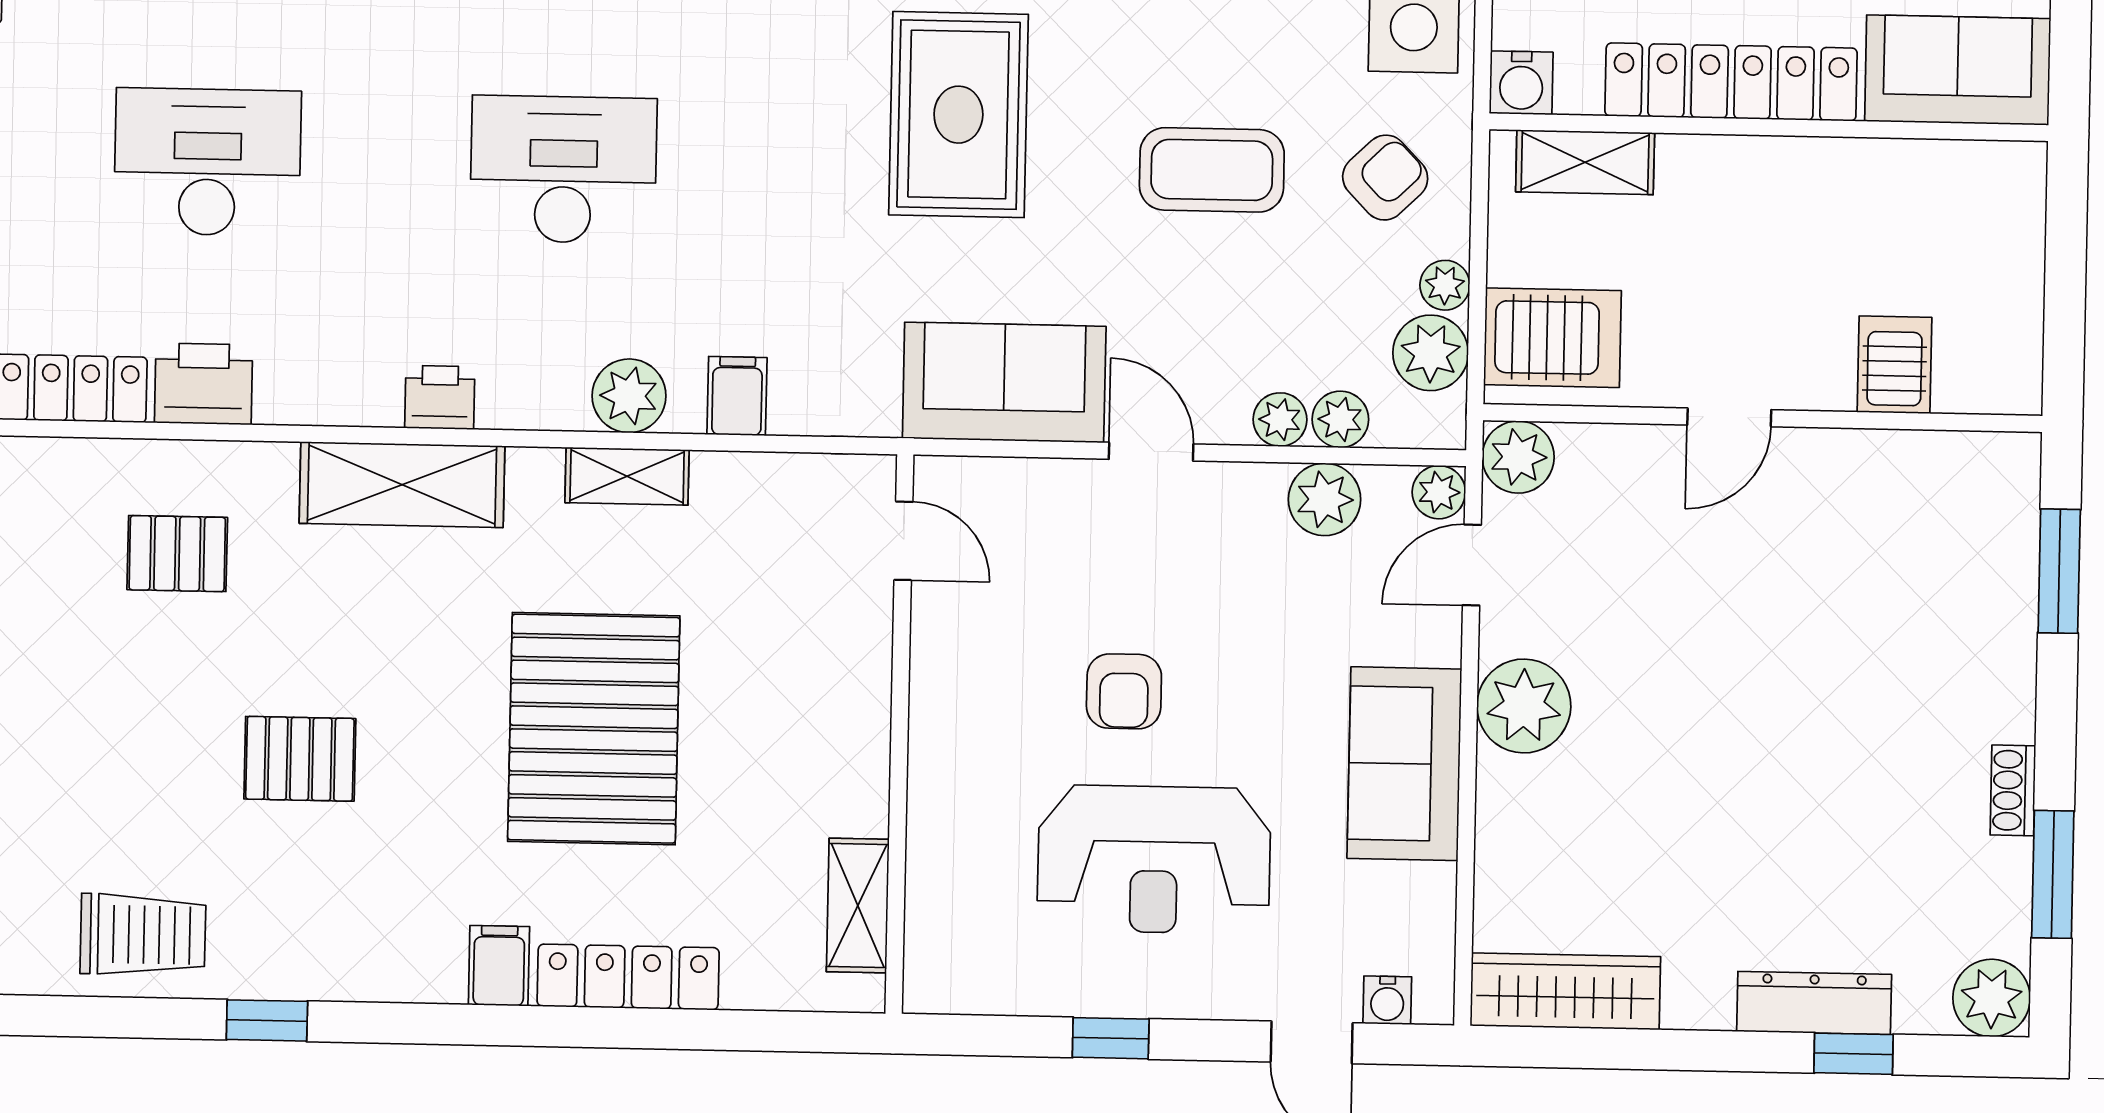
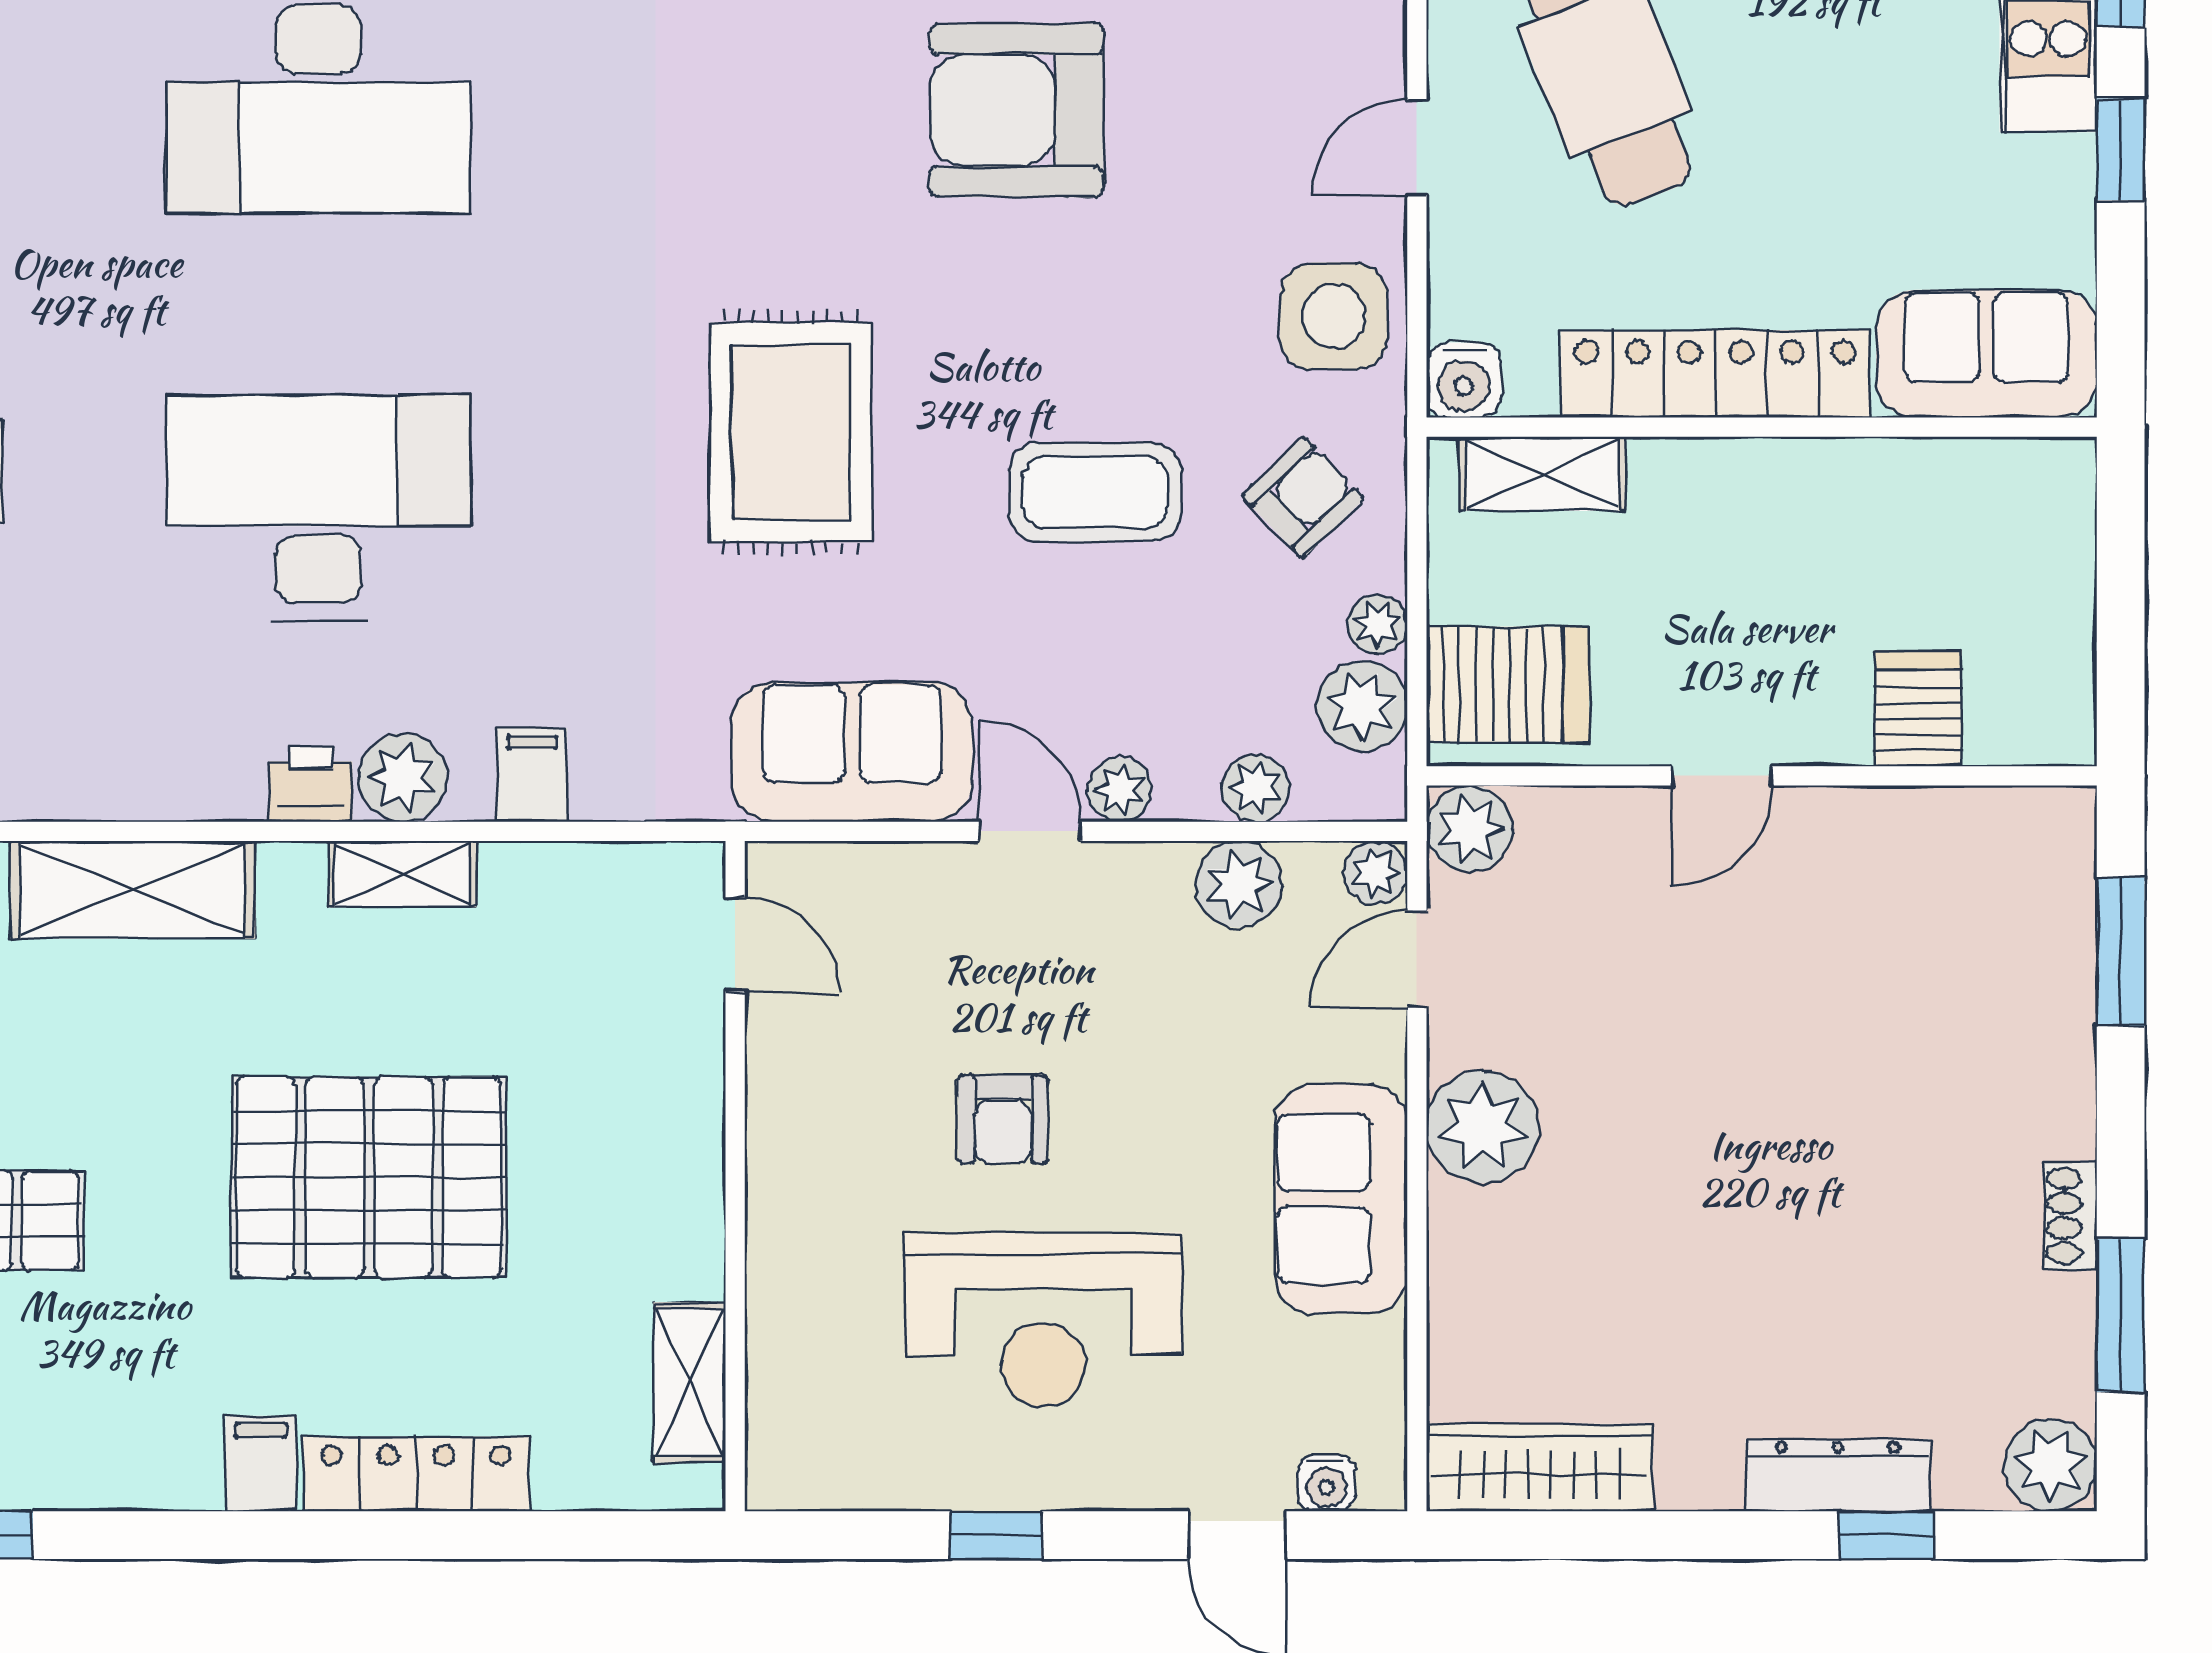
desk: (563, 169) -> (318, 508), width x1.36, depth x1.30
printer: (440, 397) -> (311, 784), moved
plant: (1280, 420) -> (1120, 790), moved
pallet: (594, 729) -> (369, 1177), turned 90

